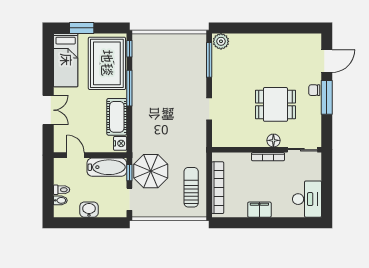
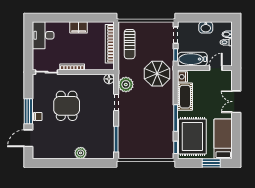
plant: (221, 41) -> (81, 153), moved
dining table: (275, 104) -> (67, 106), turned 90
plant: (196, 133) -> (126, 84), added
floor lamp: (273, 140) -> (109, 79), moved
door: (76, 155) -> (216, 68), swing flipped
parasol: (151, 171) -> (157, 74), moved

